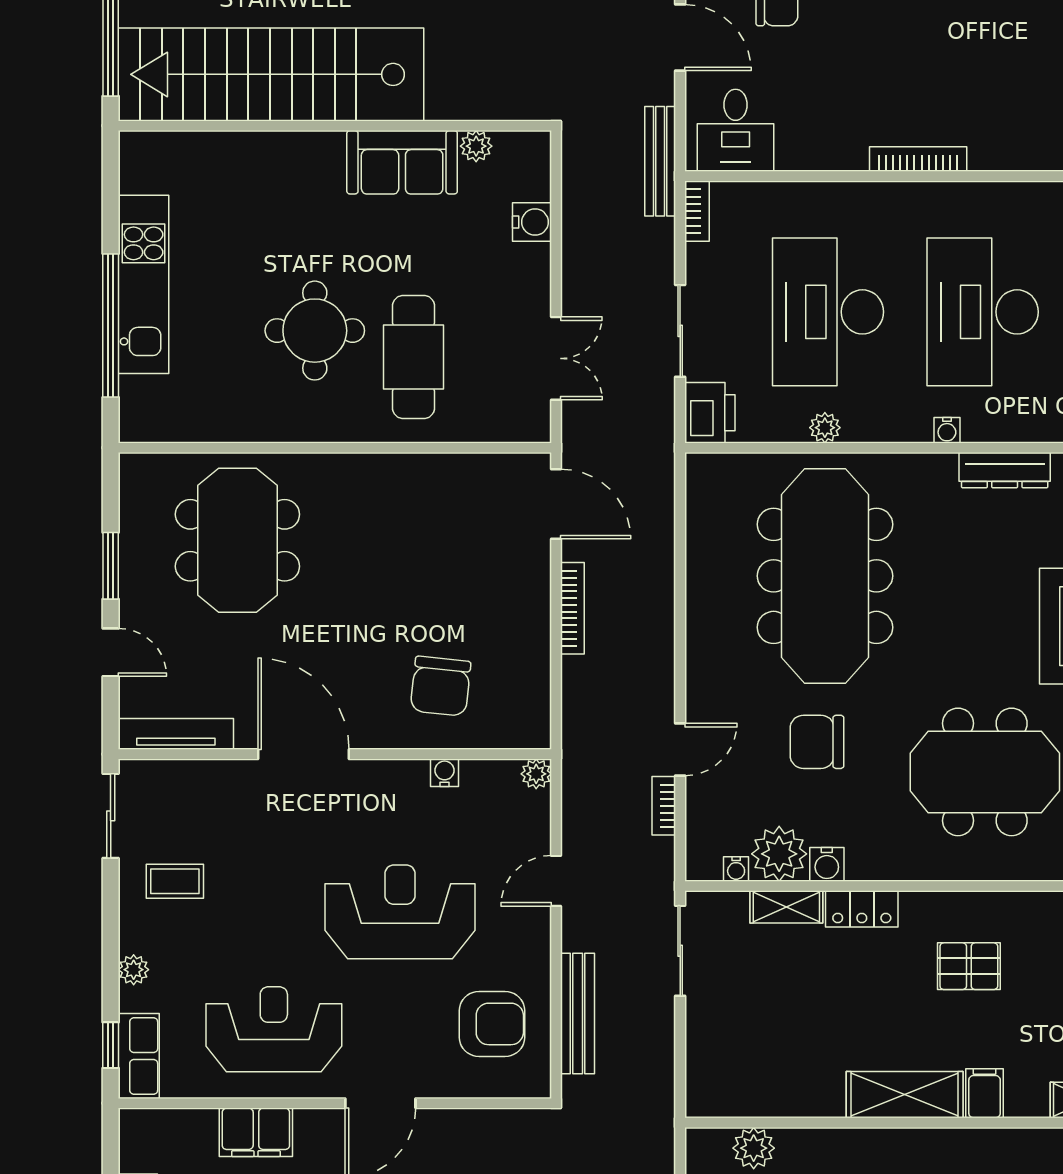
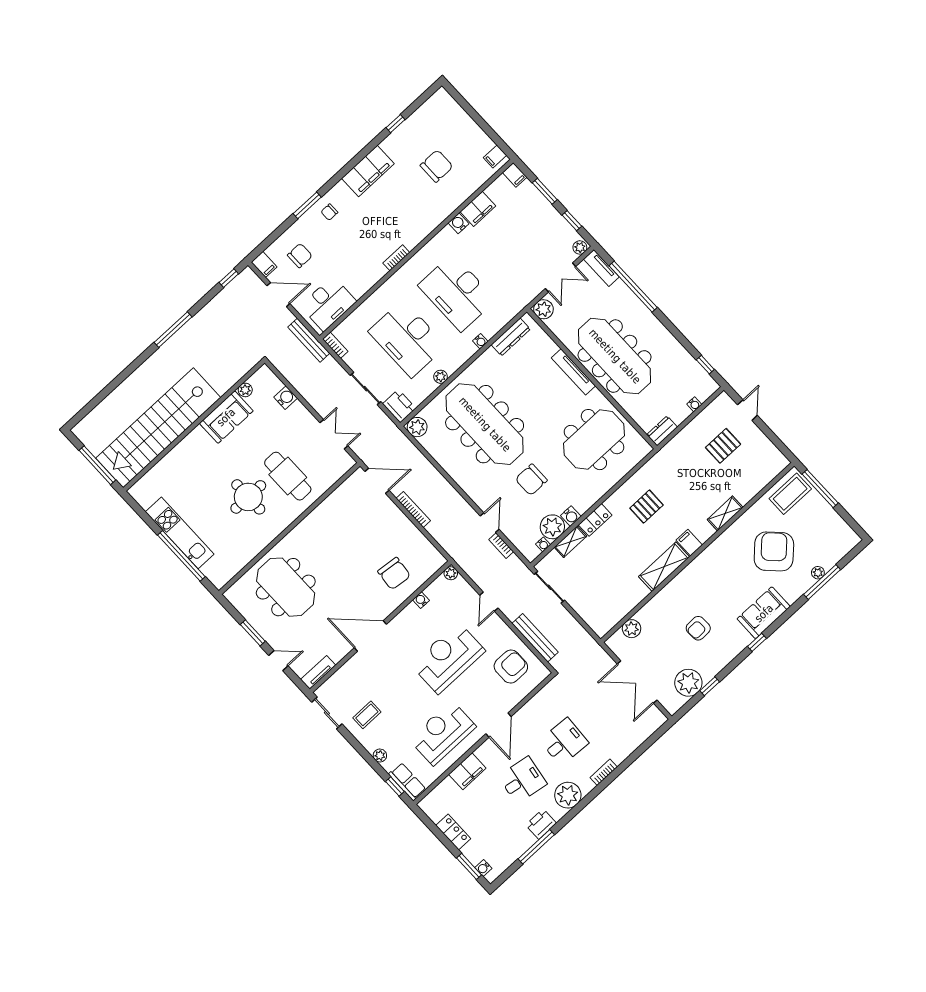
desk: (736, 130) -> (328, 304), width x1.37
bookcase: (918, 159) -> (396, 258), width x0.64
plant: (707, 476) -> (417, 427), added
tv unit: (176, 734) -> (318, 672), width x0.71

